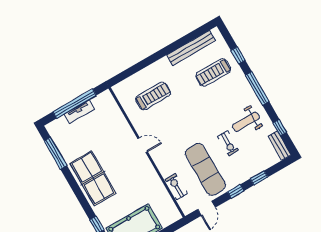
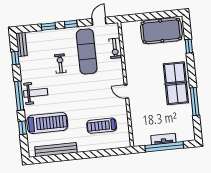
treadmill: (213, 72) -> (47, 123), width x1.37, depth x1.38
weight bench: (246, 122) -> (36, 93), moved
window: (55, 153) -> (195, 102), moved

